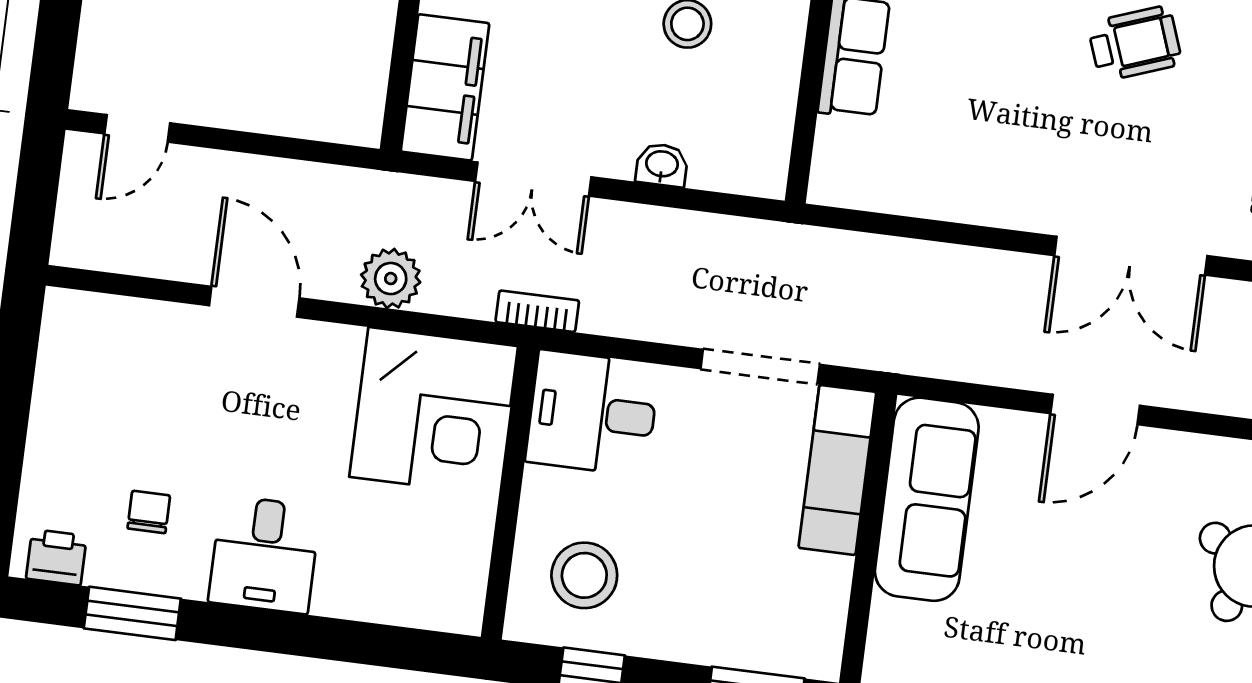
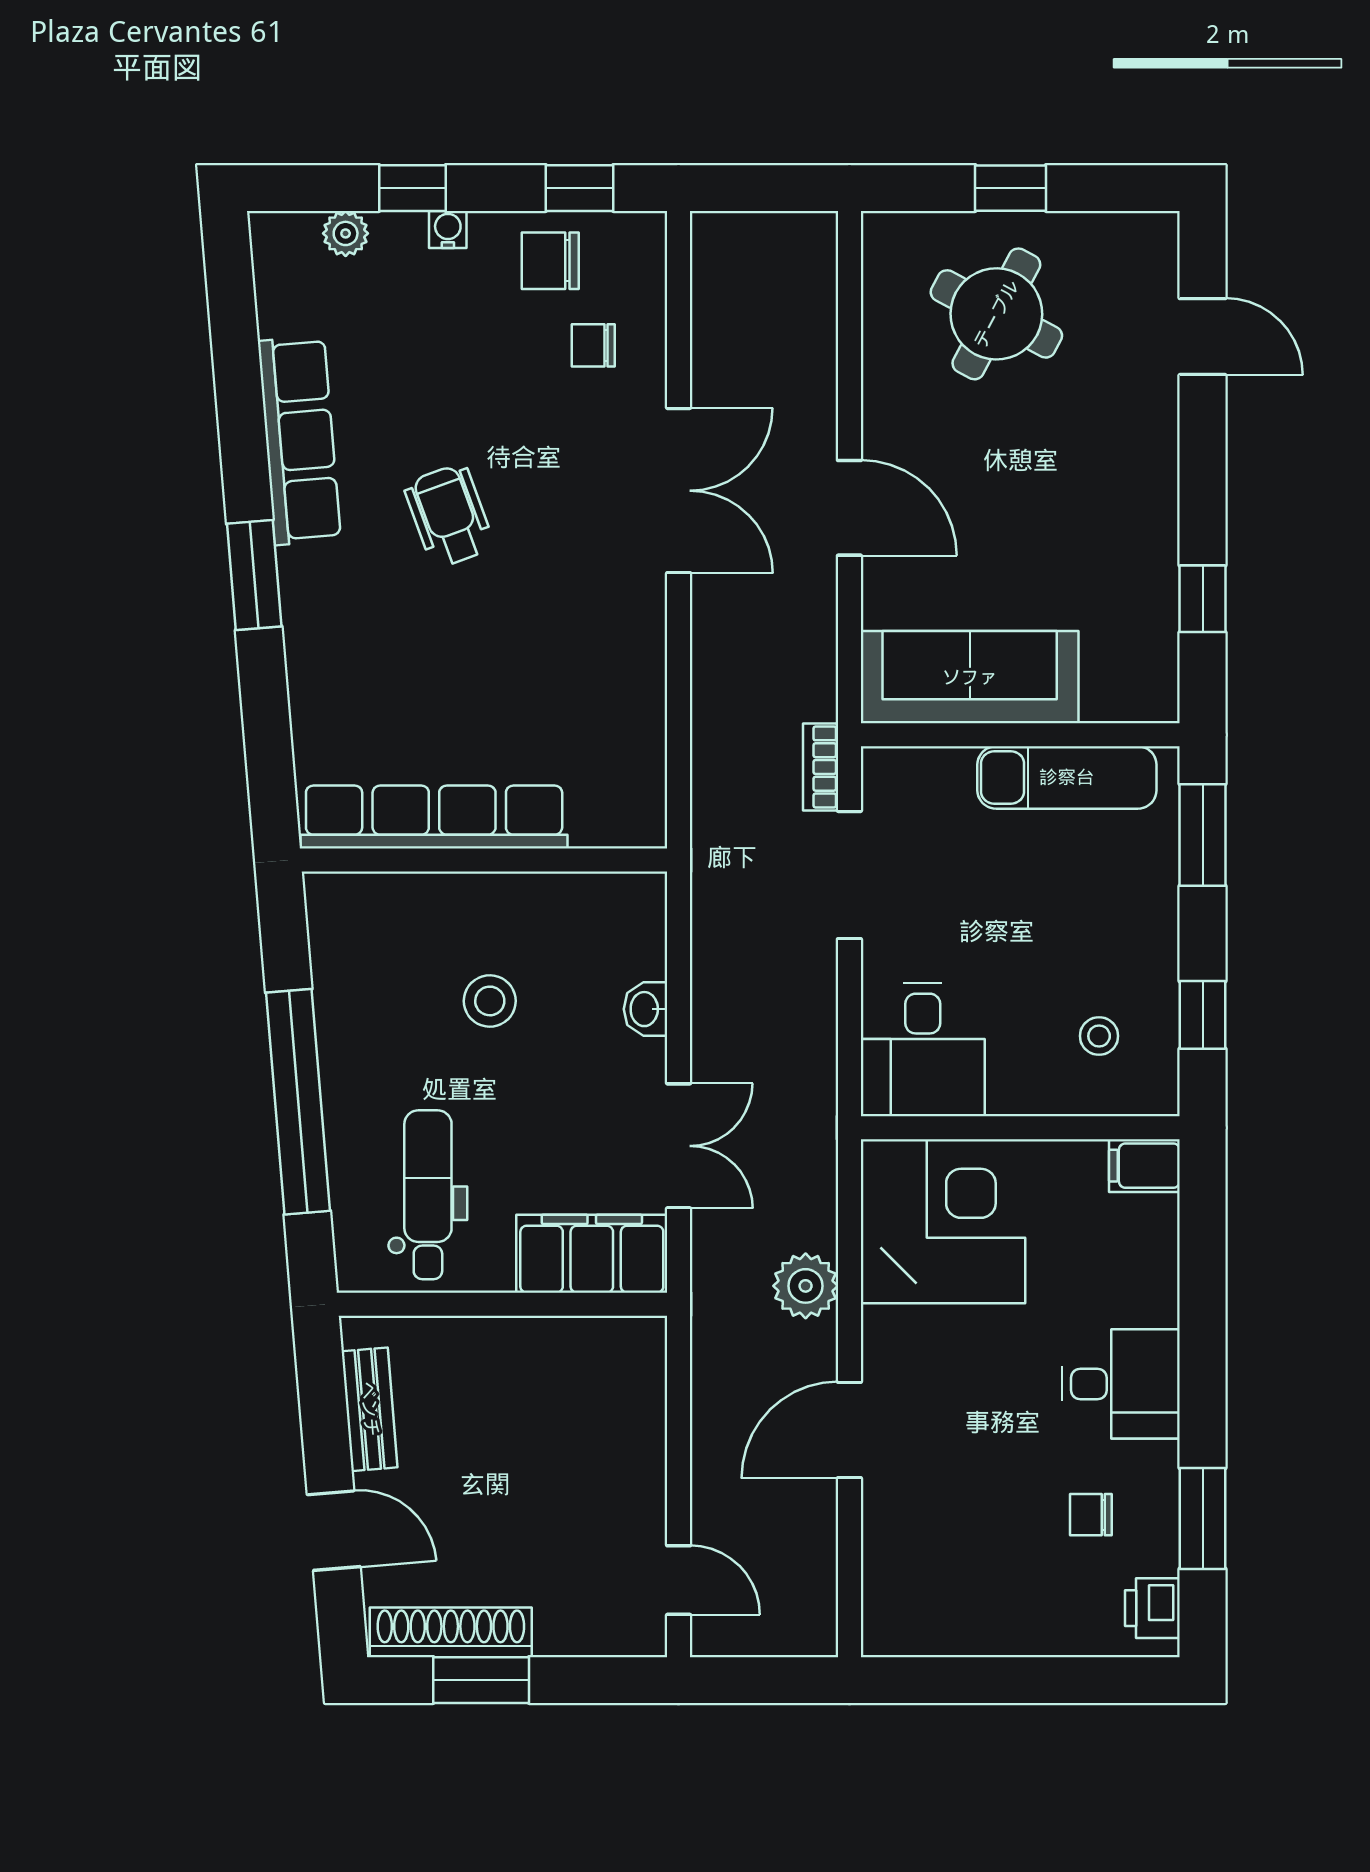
bookcase: (537, 311) -> (821, 767), moved
exam couch: (837, 470) -> (1067, 777), moved
stool: (584, 575) -> (1099, 1036), width x0.53, depth x0.53
filing cabinet: (461, 602) -> (1144, 1166), added

